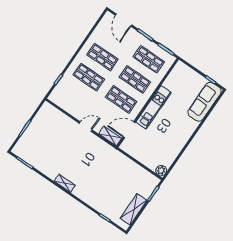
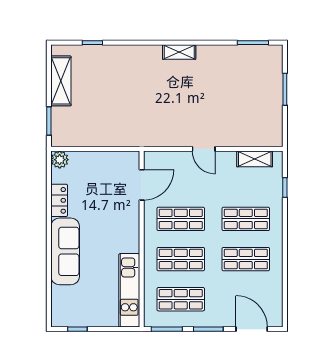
sofa: (204, 102) -> (65, 251), moved
kitchen unit: (154, 107) -> (129, 290), moved
door: (86, 127) -> (204, 149), hinge flipped
shelving: (110, 136) -> (255, 159), moved
locker: (175, 150) -> (59, 200), added

